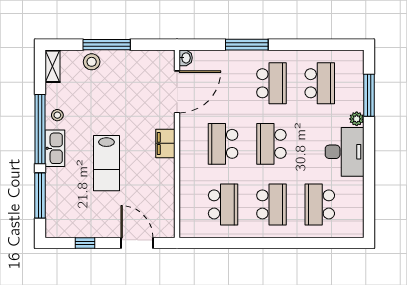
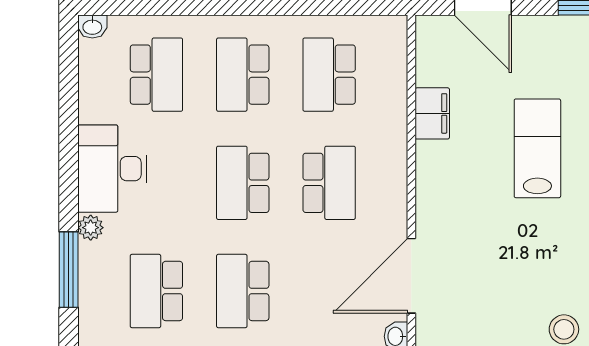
filing cabinet: (165, 143) -> (432, 113), moved
school desk: (271, 144) -> (243, 183), turned 180
washbasin: (356, 231) -> (92, 26), added

